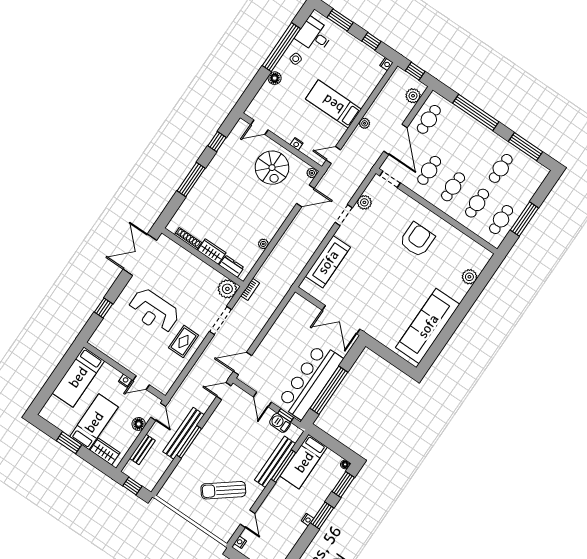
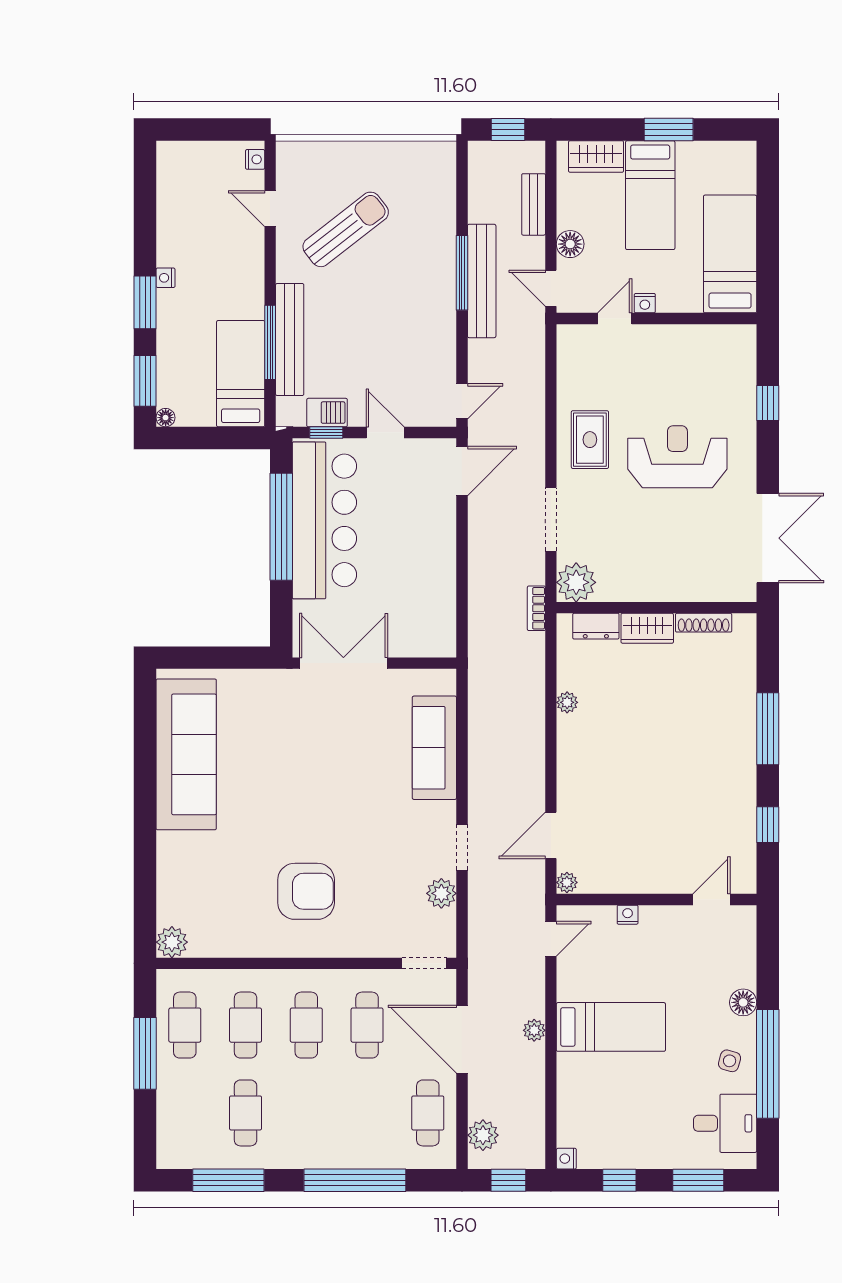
spiral stairs: (272, 168) -> (642, 845), removed
armchair: (417, 240) -> (306, 891), turned -90
plant: (469, 277) -> (172, 942), moved

